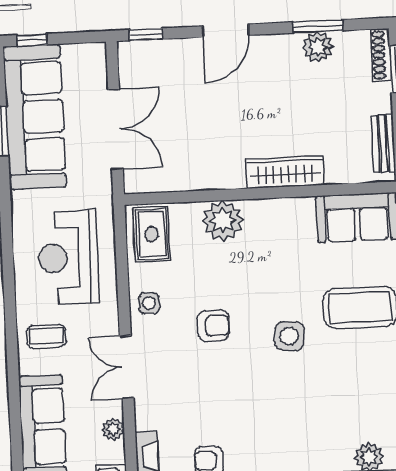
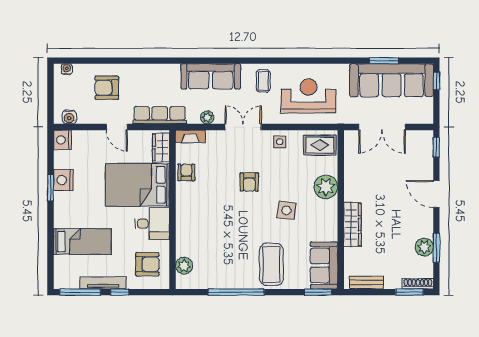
armchair: (213, 326) -> (249, 182), moved
side table: (289, 336) -> (286, 210), moved

